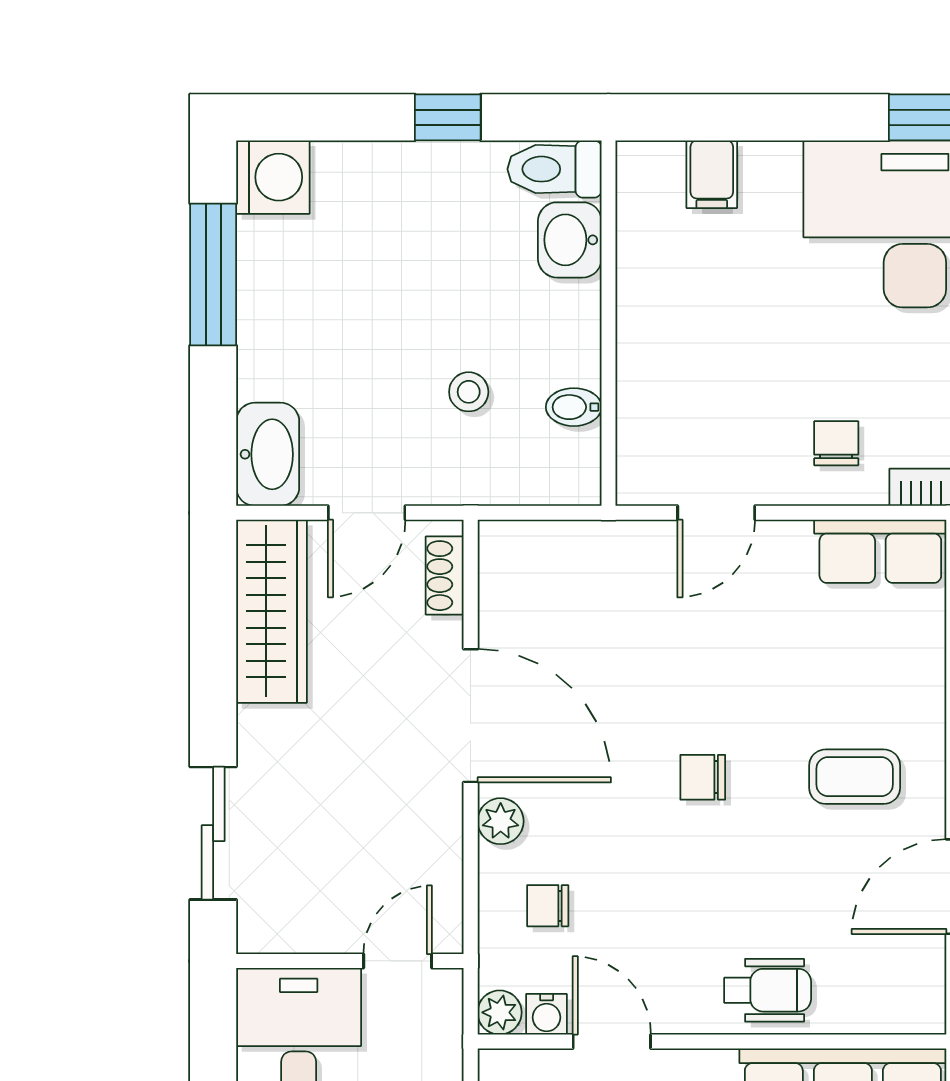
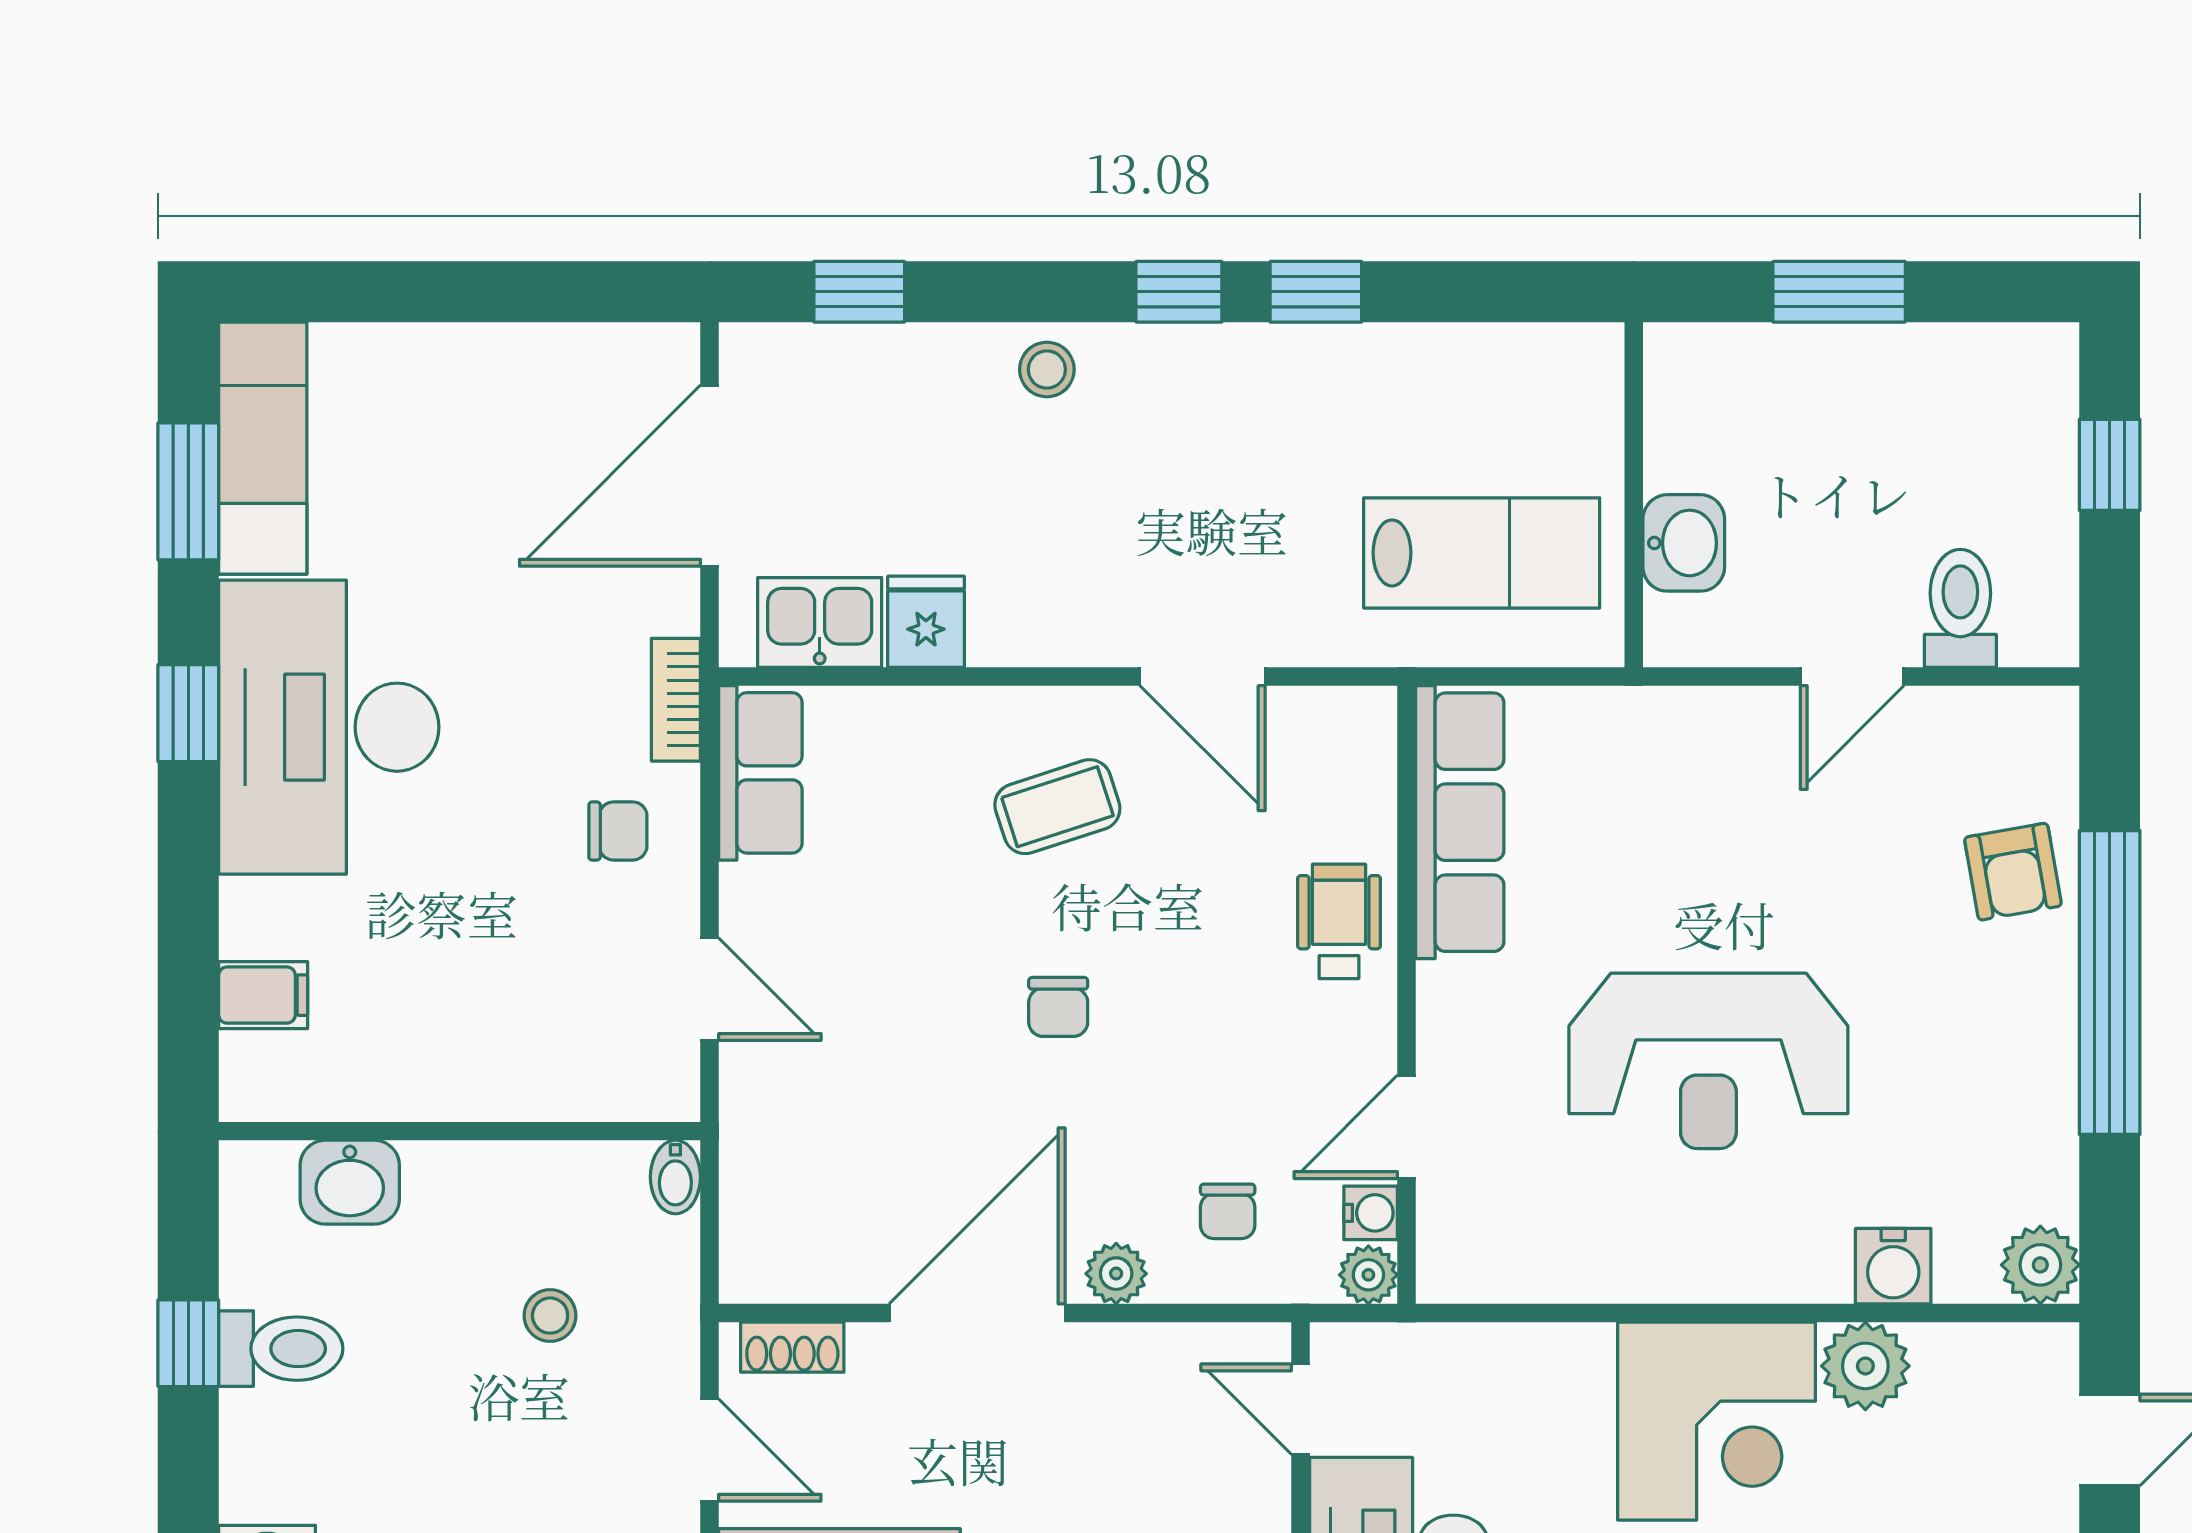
toilet: (555, 169) -> (281, 1349), moved, turned -90
bidet: (574, 407) -> (675, 1177), moved
chair: (836, 443) -> (618, 831), turned 180
coffee table: (855, 777) -> (1057, 807), turned 72

